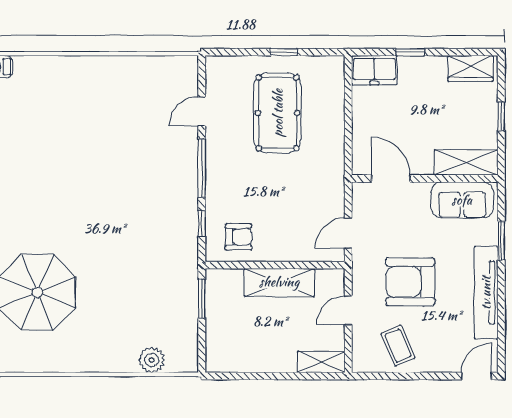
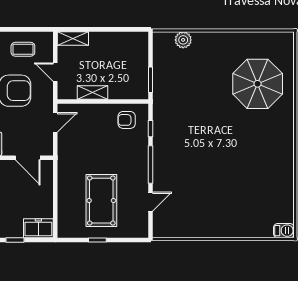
shelving: (279, 282) -> (92, 93), width x0.67, depth x0.75
door: (348, 310) -> (55, 72), swing flipped
coffee table: (398, 346) -> (23, 49), turned -67

